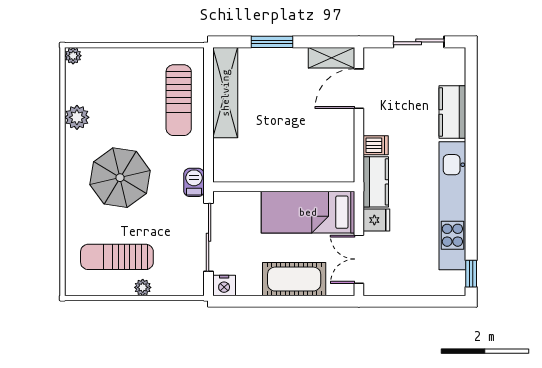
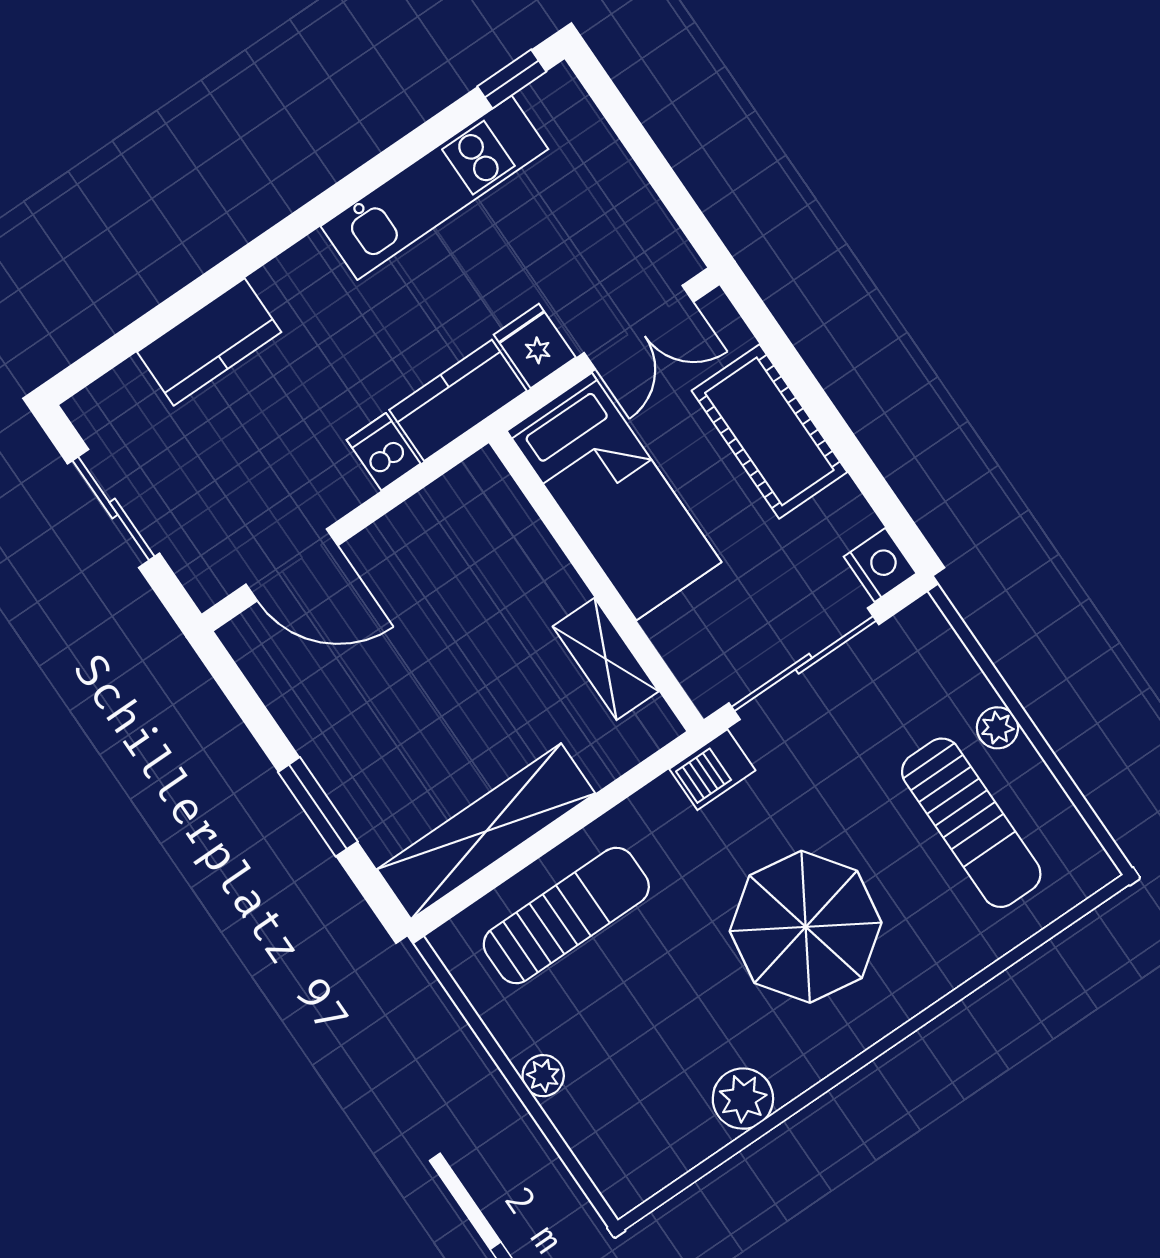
plant: (73, 56) -> (543, 1076), moved
shelving: (331, 58) -> (606, 659), moved
kitchen unit: (452, 206) -> (434, 188), width x0.73

